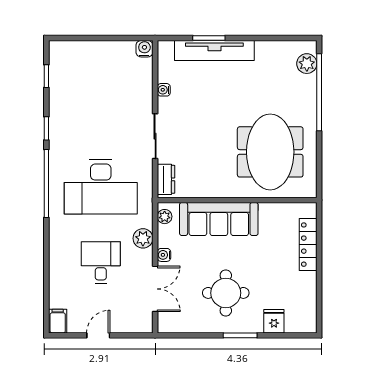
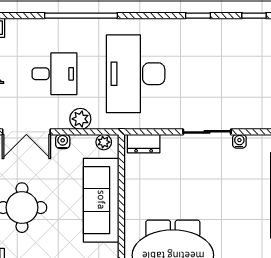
sliding door: (155, 136) -> (207, 132), moved
window: (46, 184) -> (81, 16), moved

